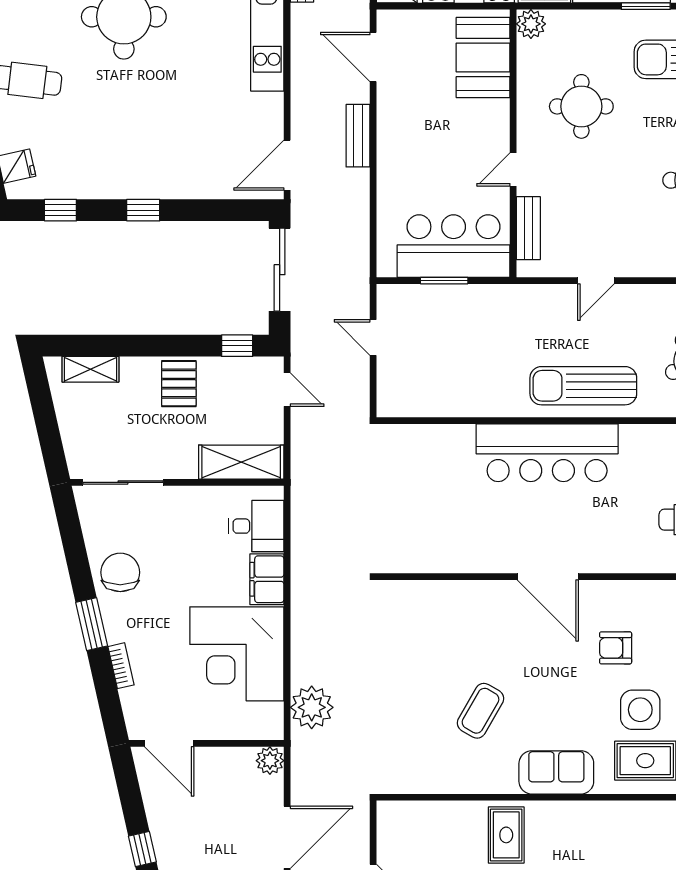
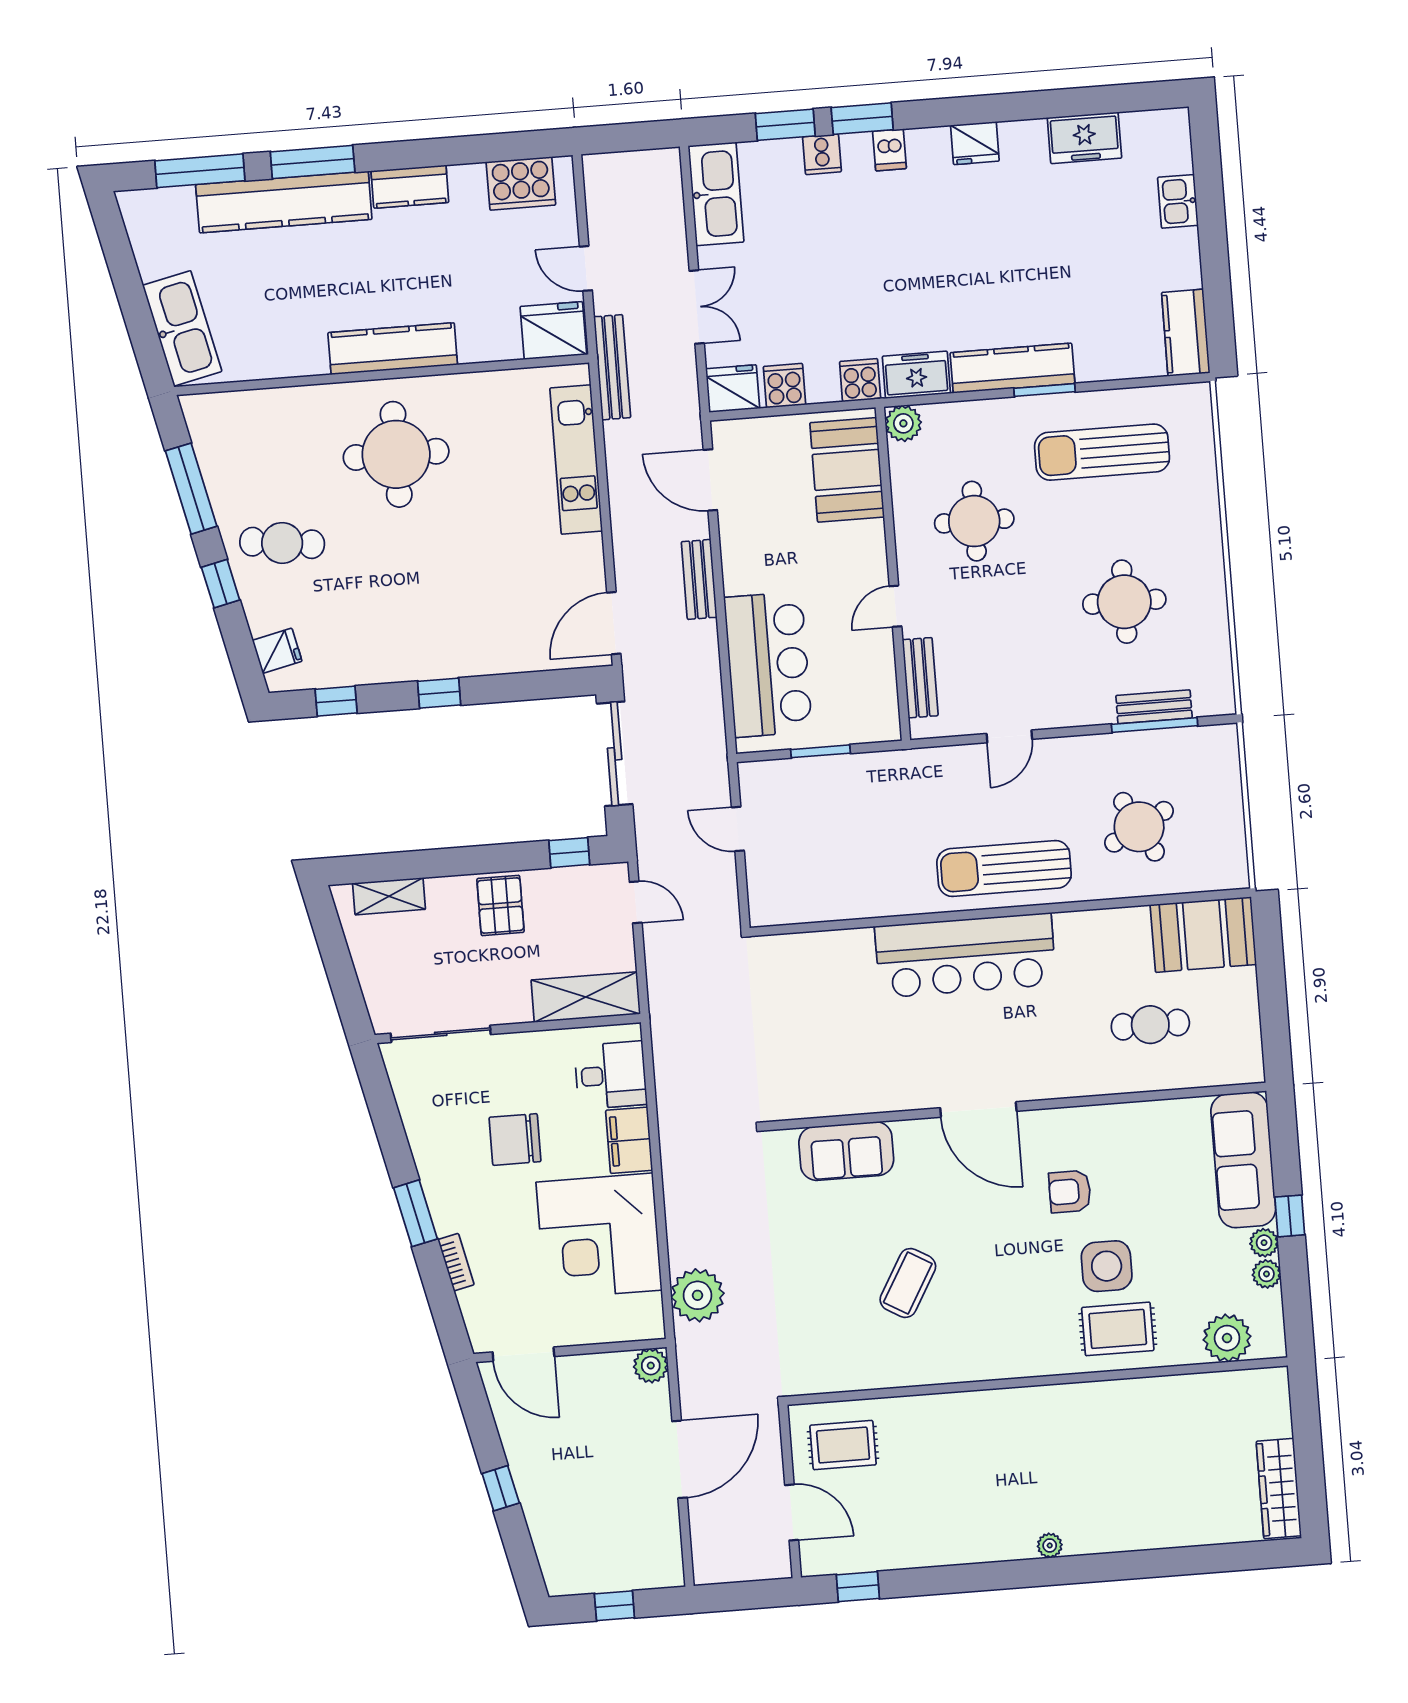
bar counter: (454, 246) -> (768, 664), moved, turned 90
chair: (120, 572) -> (515, 1139), moved, turned -90
sofa: (556, 772) -> (846, 1151), moved, turned 180
rug: (506, 835) -> (843, 1445), moved, turned 90

